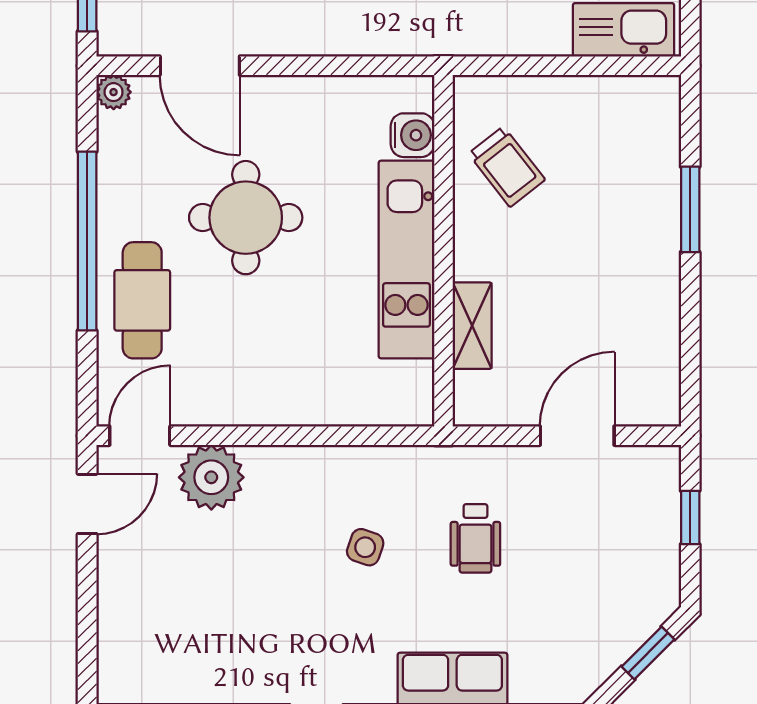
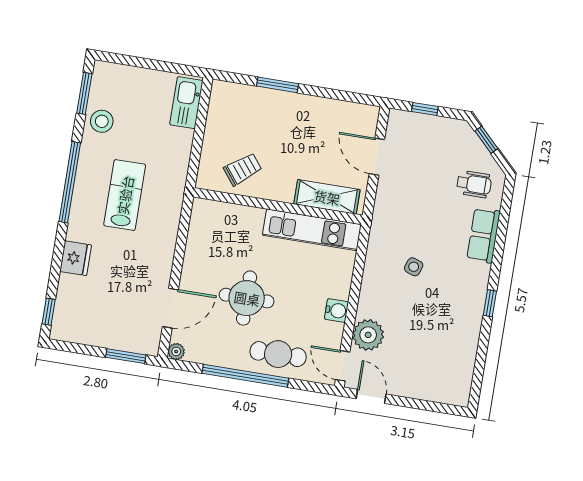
water cooler: (412, 135) -> (336, 311), moved, turned 90
kitchen unit: (406, 260) -> (312, 230), moved
shelving: (472, 326) -> (327, 197), width x1.50, depth x1.33
wheelchair: (475, 538) -> (474, 184), moved

